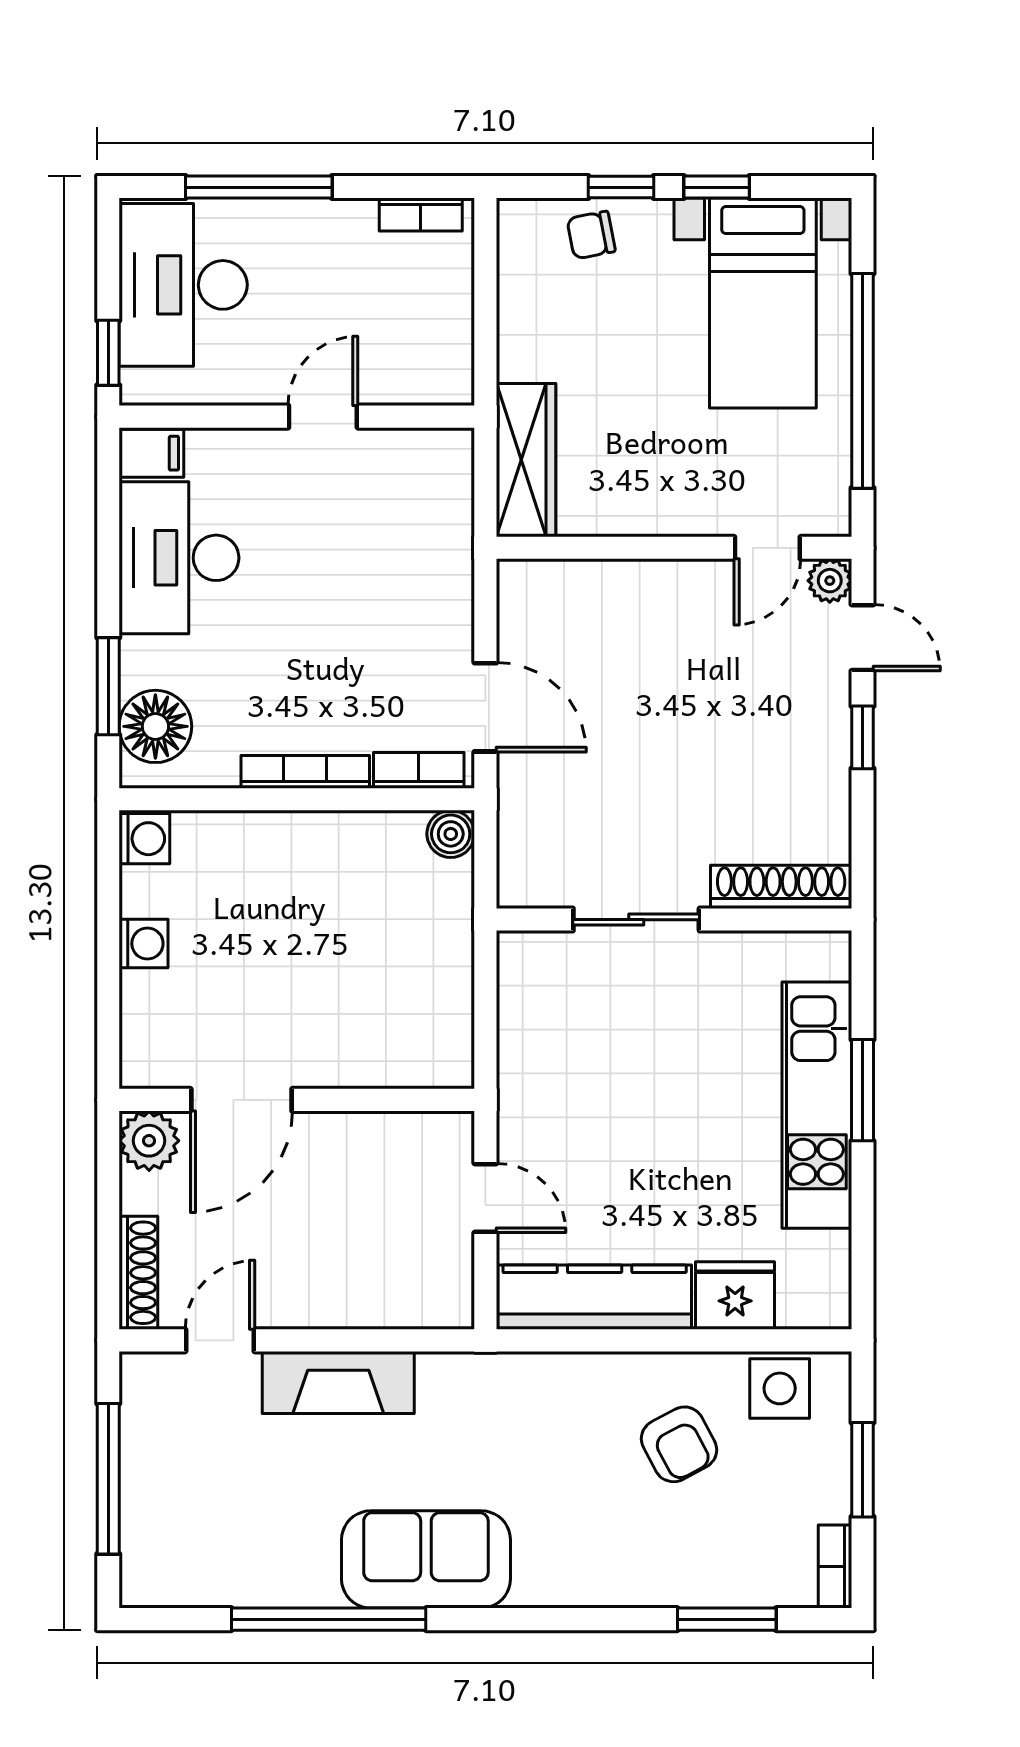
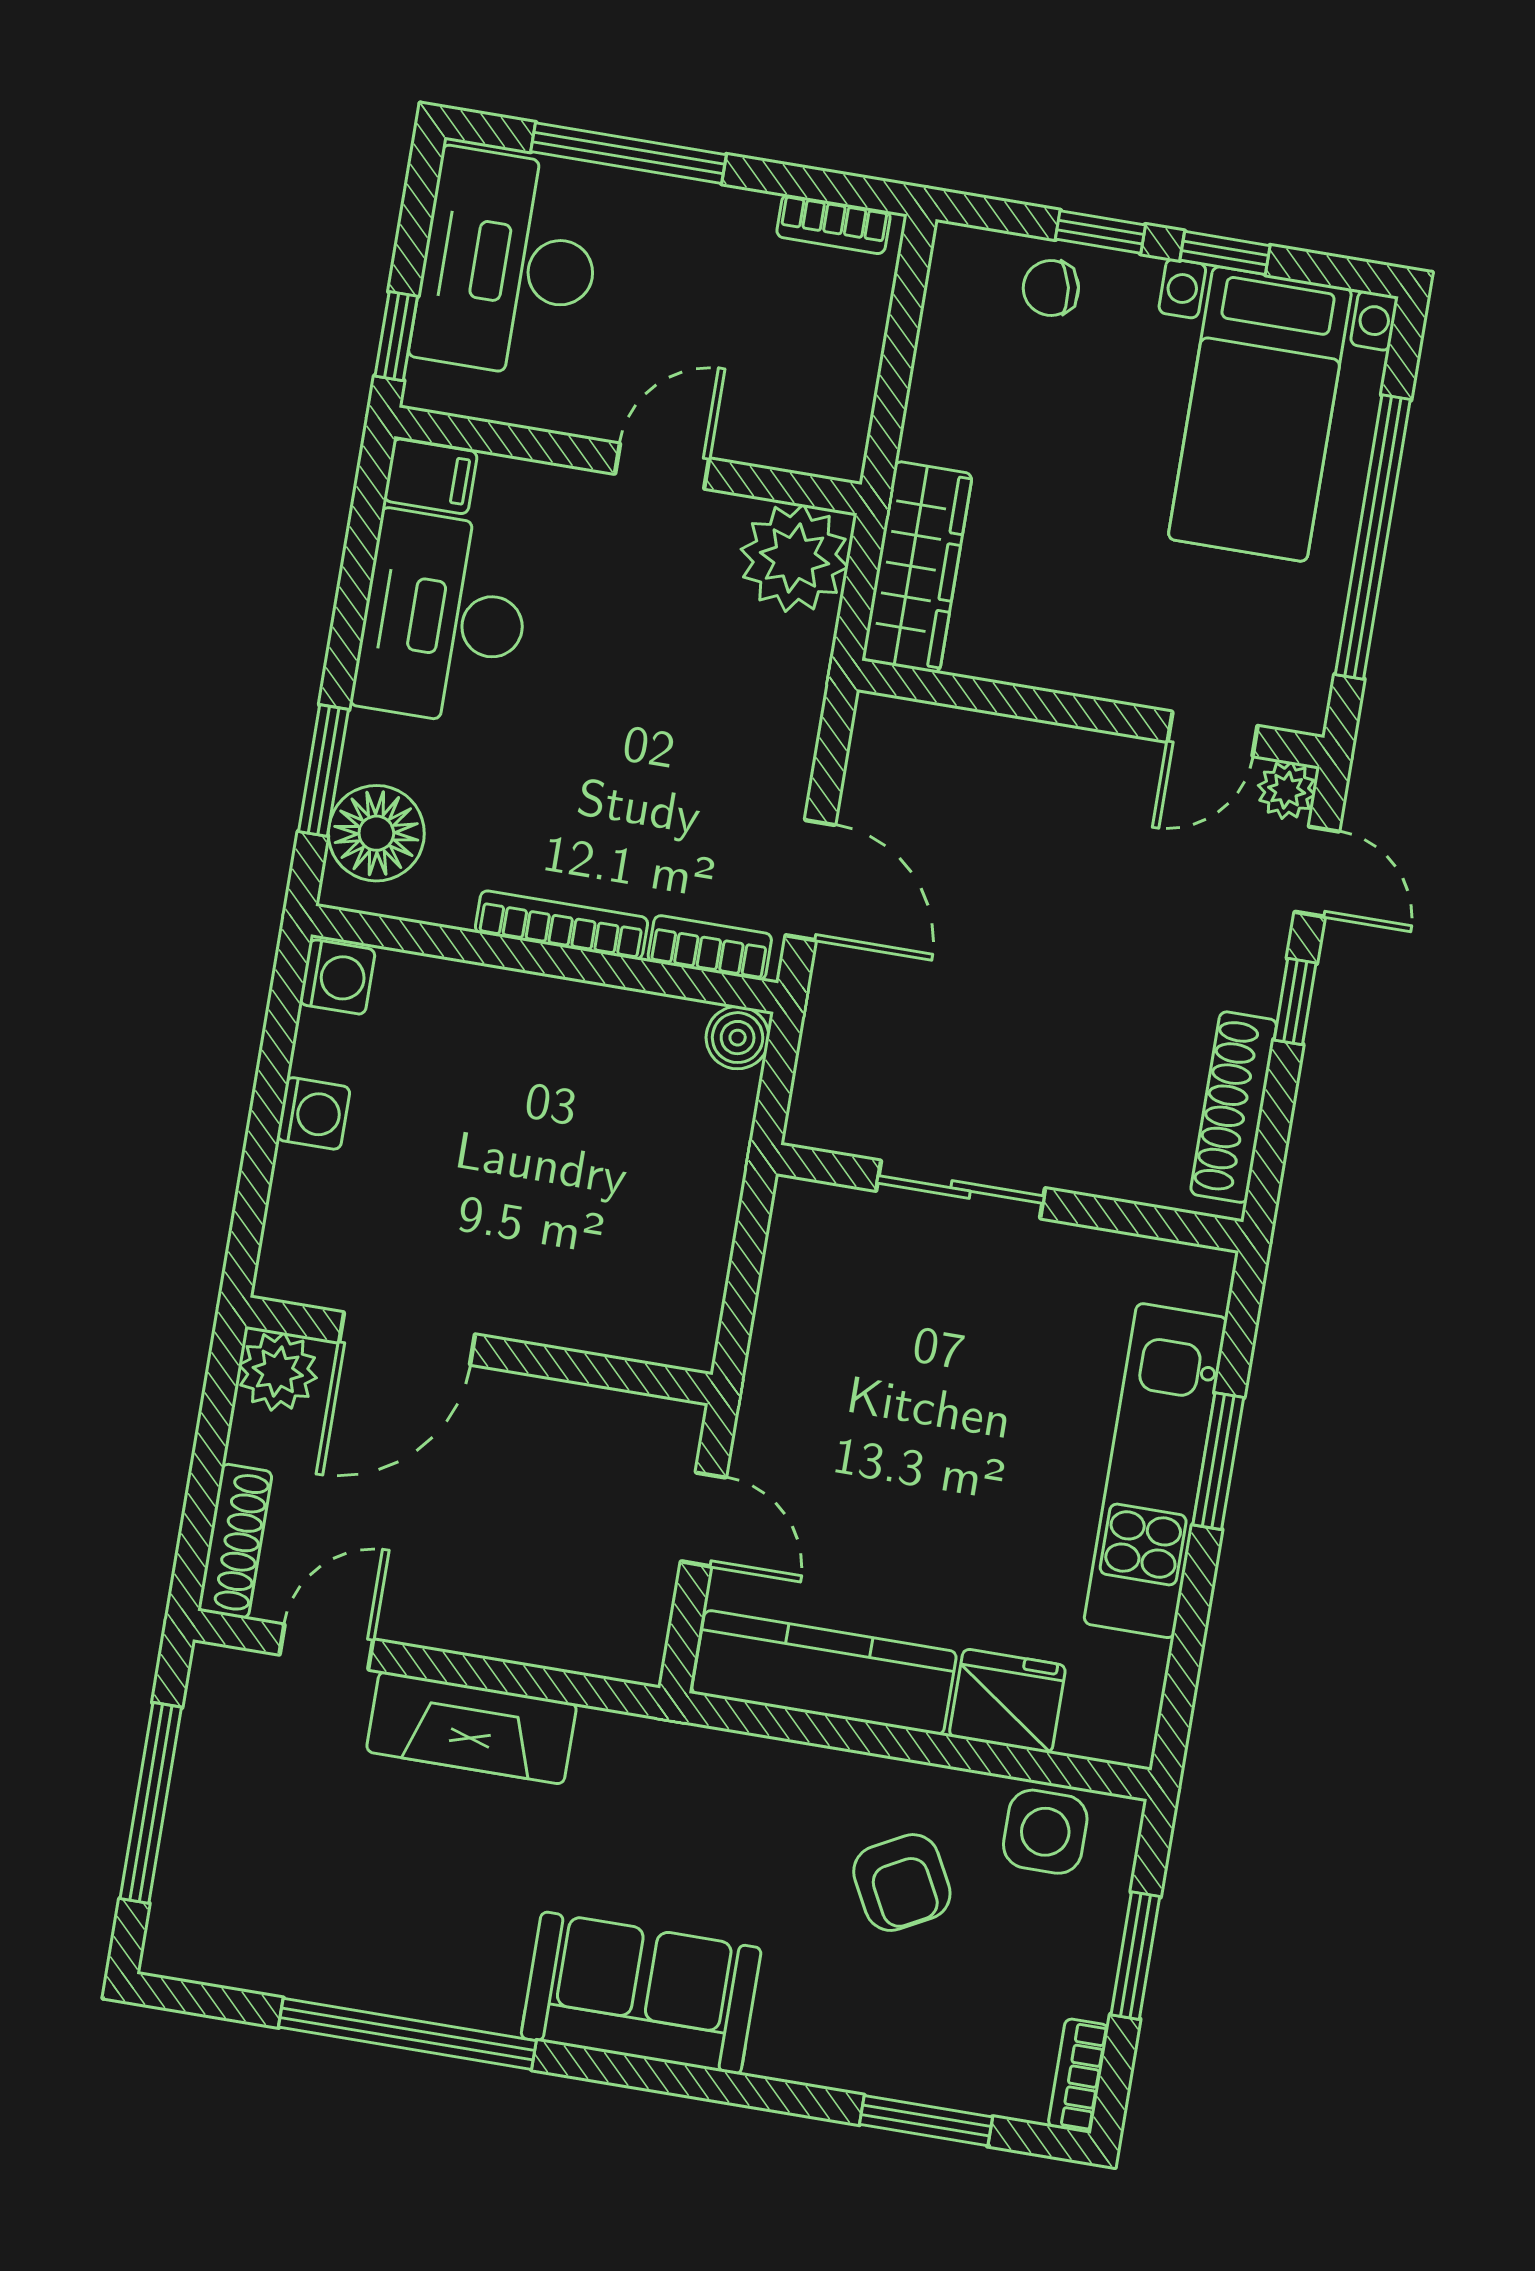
plant: (433, 469) -> (794, 558), added
shoe rack: (781, 887) -> (1234, 1107), moved, turned -90
sofa: (426, 1559) -> (641, 1993), moved

